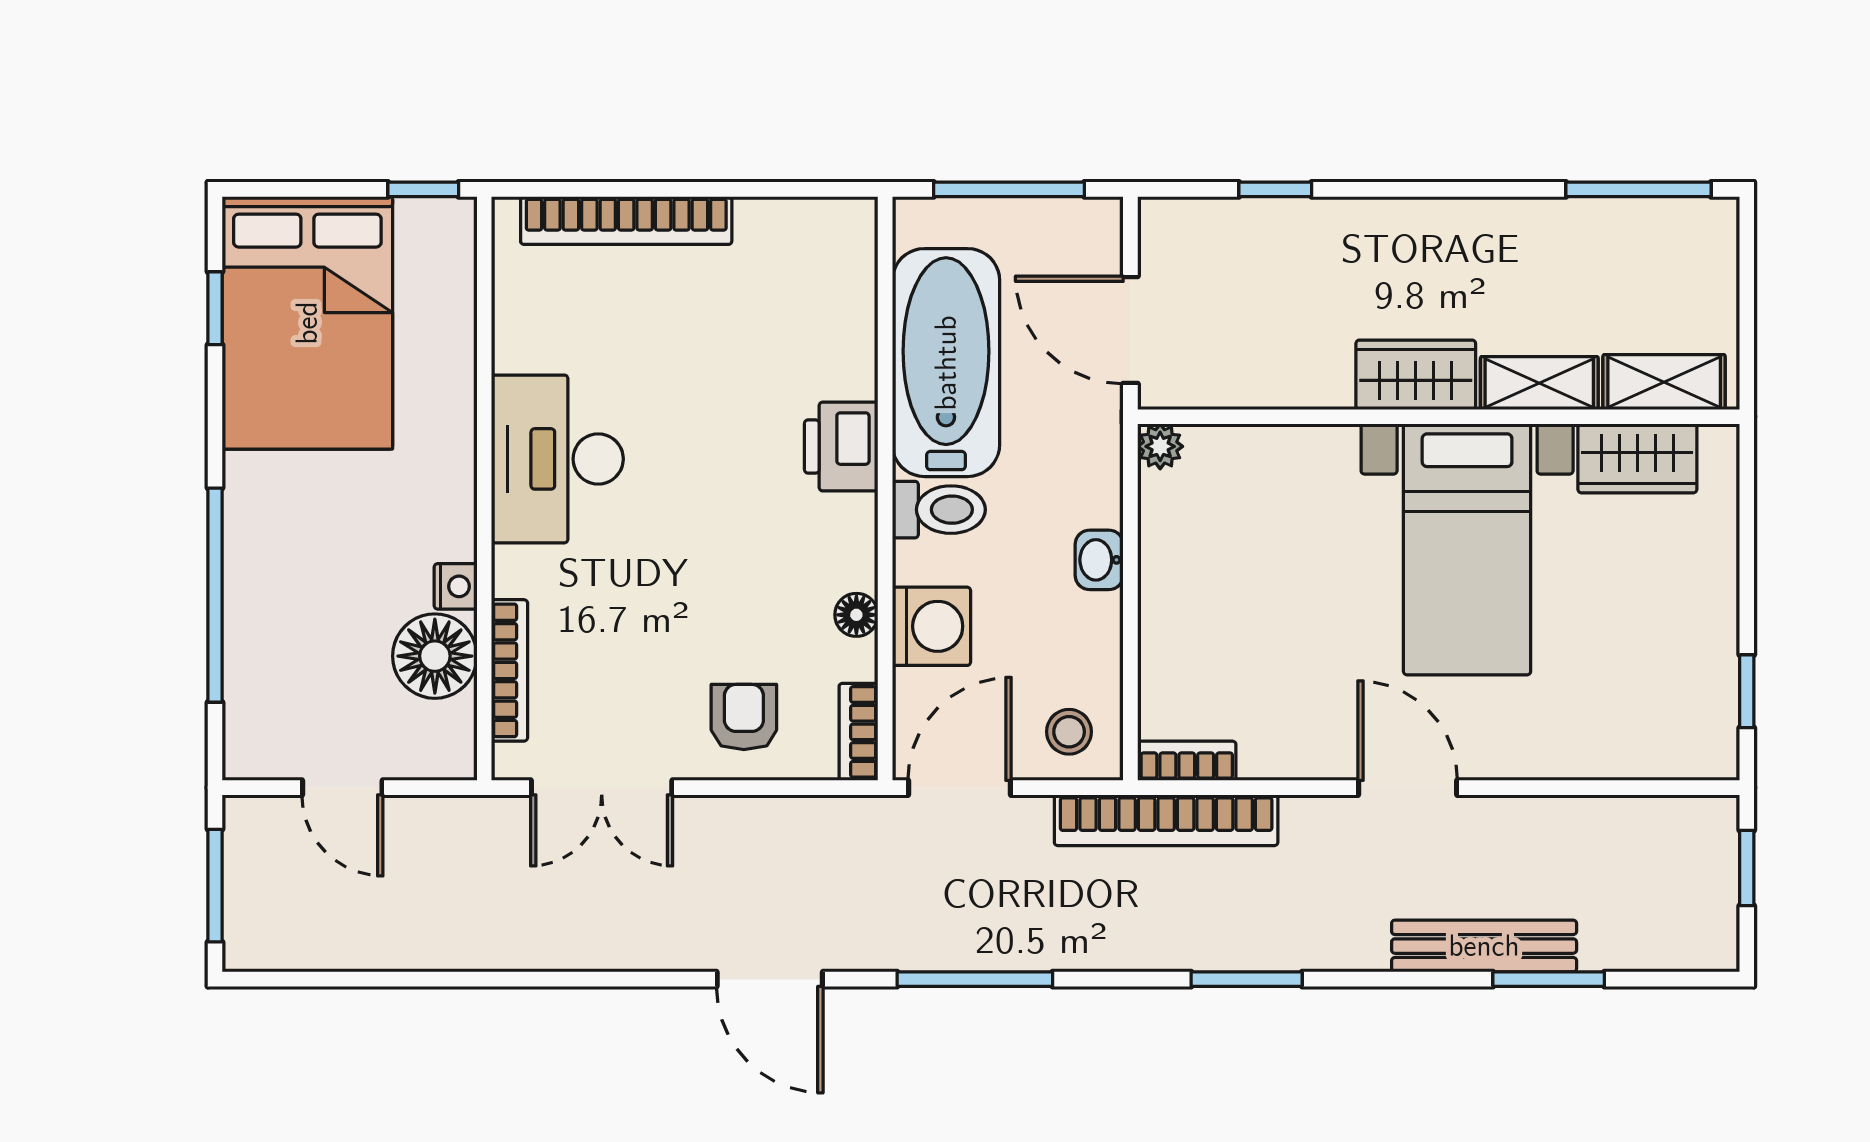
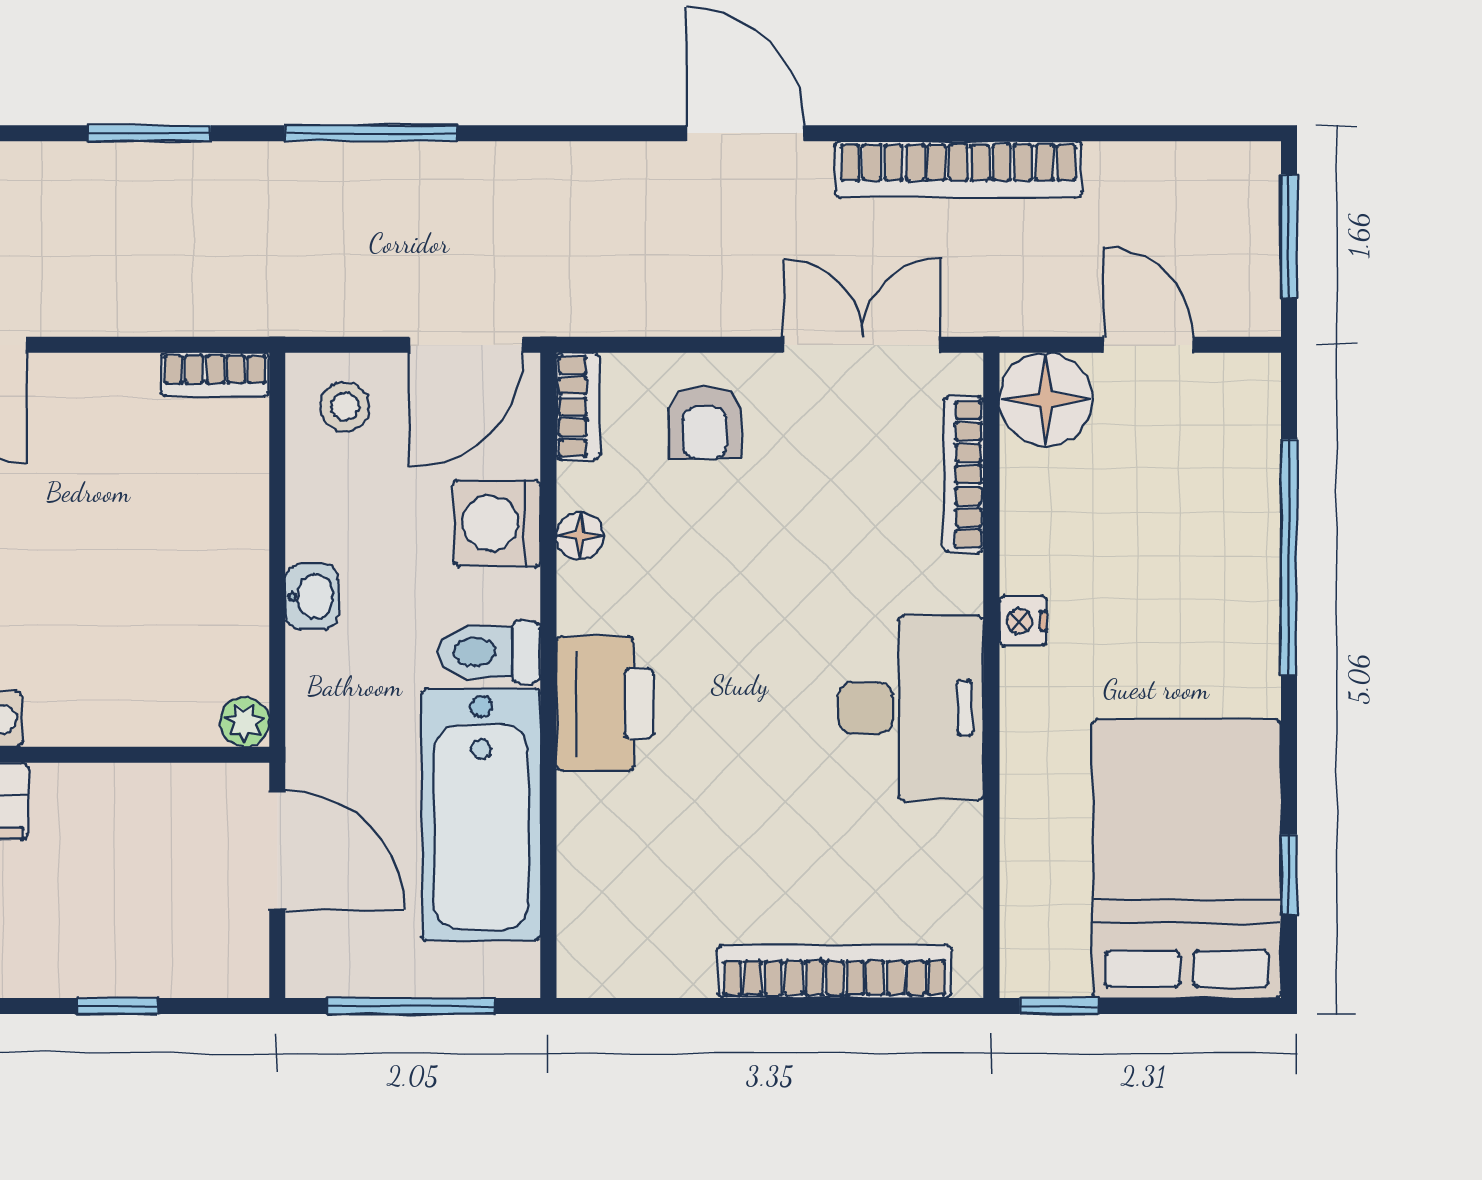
printer: (841, 447) -> (605, 703), width x1.37, depth x1.19
nightstand: (456, 586) -> (1023, 621), moved
floor lamp: (435, 656) -> (1046, 399), moved
bookcase: (1166, 820) -> (958, 169), moved, turned 180
door: (770, 979) -> (745, 133), moved
window: (975, 979) -> (371, 133), moved

